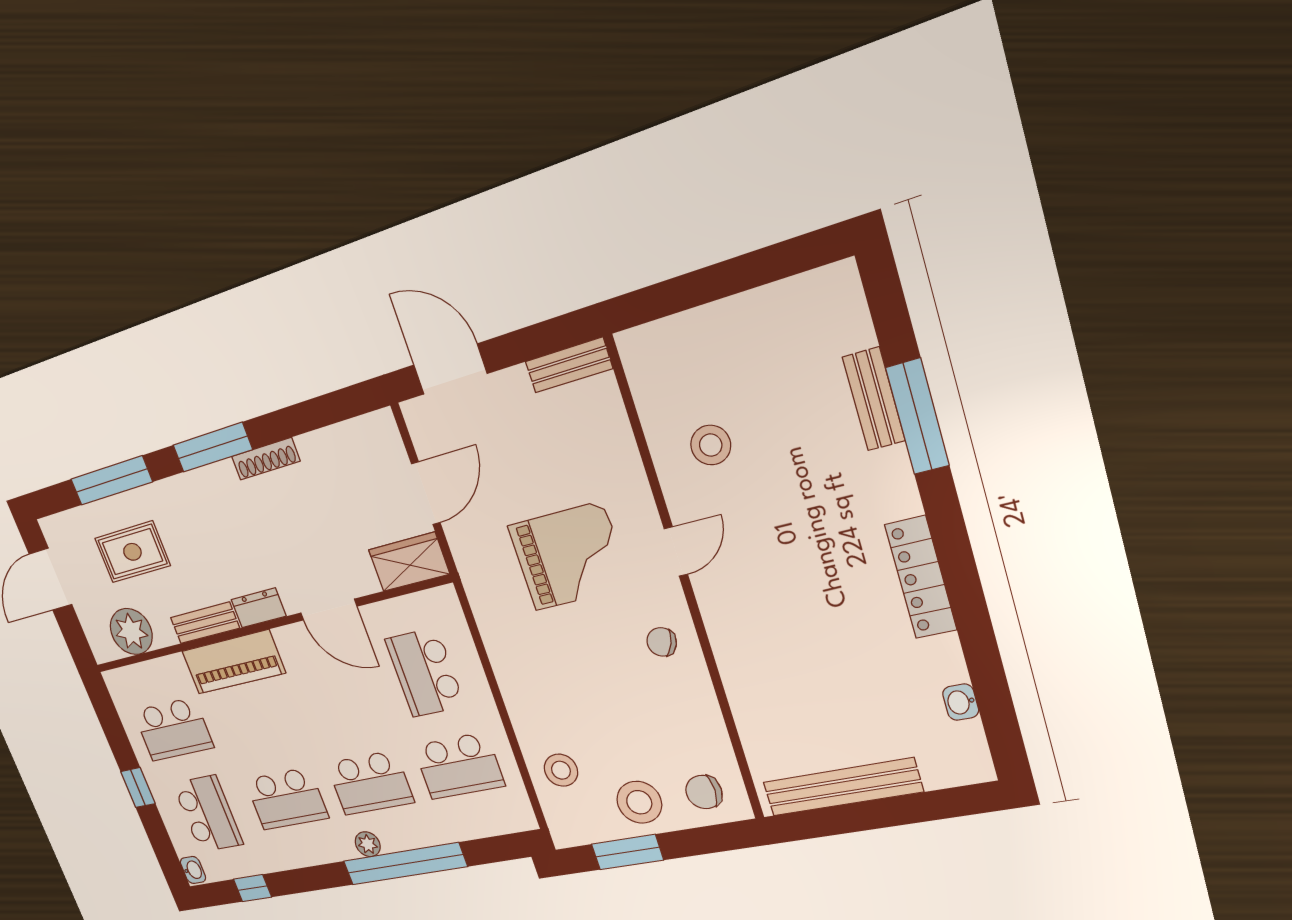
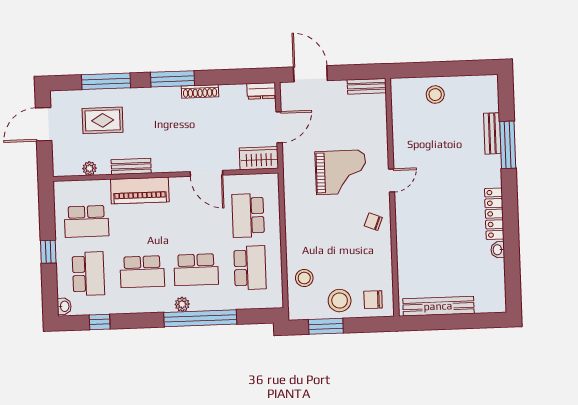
stool: (711, 445) -> (435, 95), moved
dresser: (259, 608) -> (261, 91), moved, turned 180
plant: (131, 632) -> (90, 168), width x0.53, depth x0.53
washbasin: (961, 702) -> (498, 250), moved
school desk: (459, 766) -> (250, 268), turned -90

